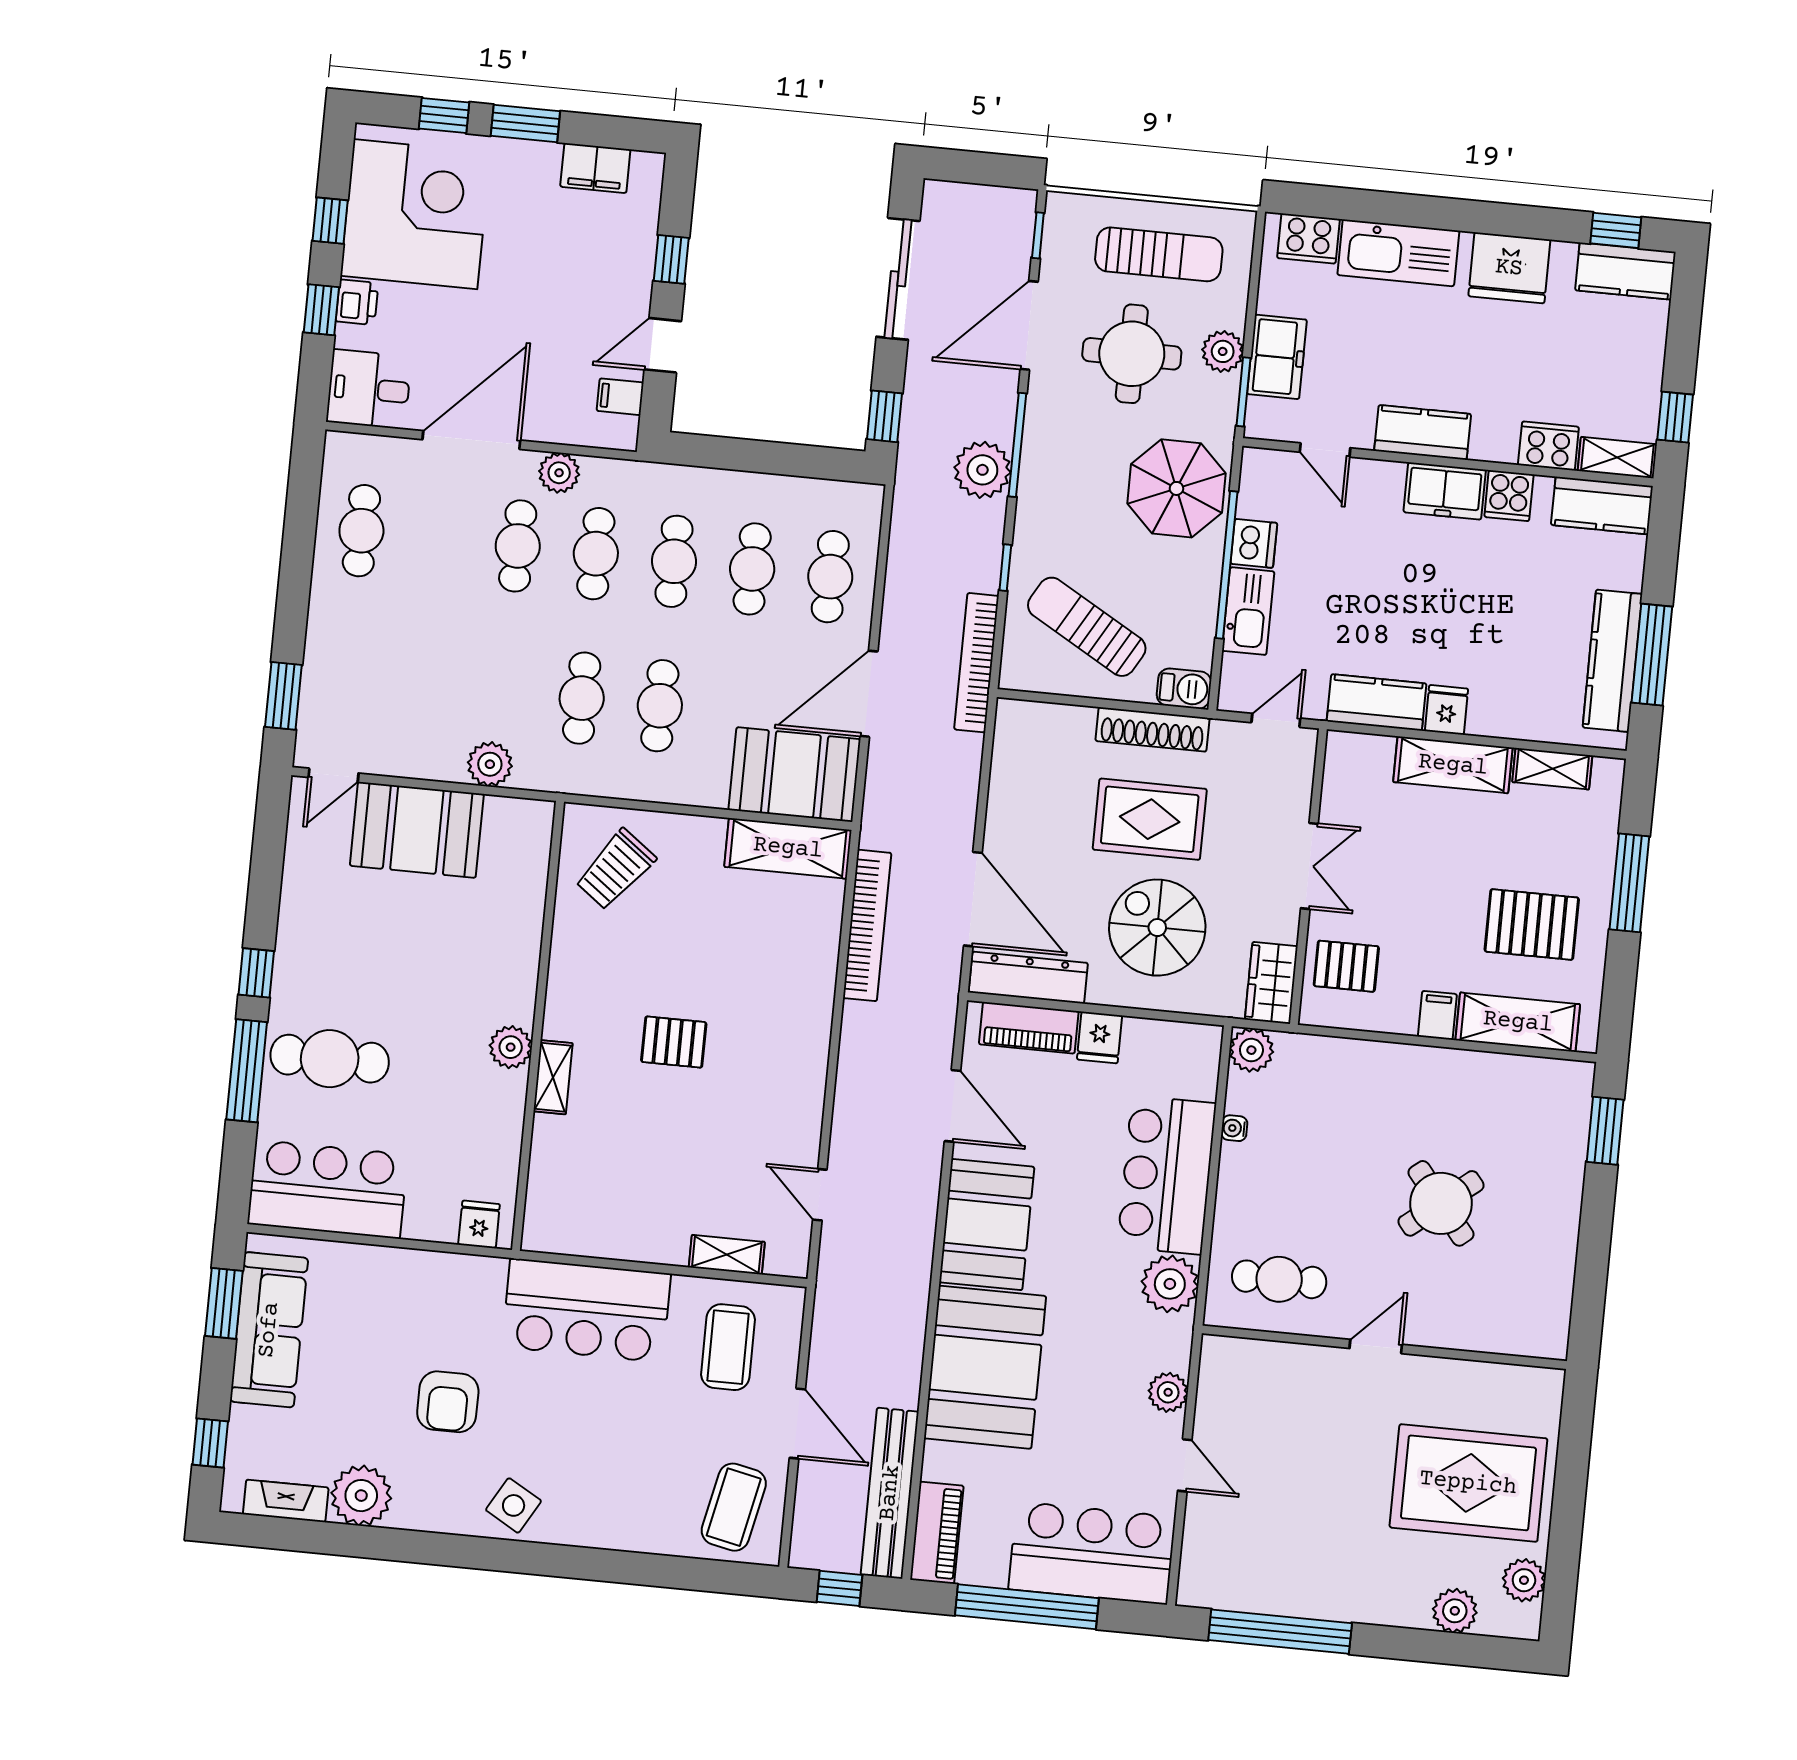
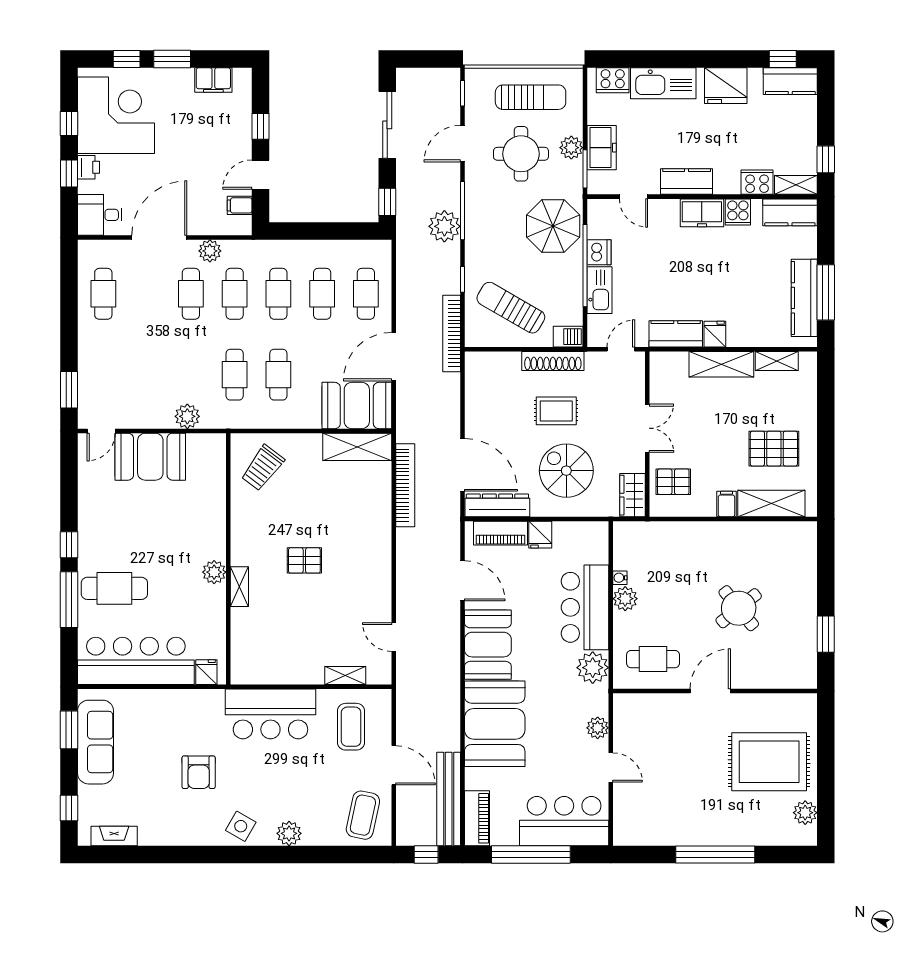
door: (1029, 325) -> (462, 144), width x0.73
rug: (1150, 819) -> (556, 411), width x0.73, depth x0.70
window: (1629, 883) -> (826, 420), removed
plant: (1251, 1050) -> (625, 599), moved
window: (1605, 1131) -> (826, 634), moved
bar counter: (328, 1189) -> (136, 661), width x1.36
door: (1376, 1346) -> (710, 691), width x1.38
plant: (361, 1496) -> (289, 833), moved, width x0.73, depth x0.73
plant: (1455, 1611) -> (768, 833), removed
window: (1280, 1632) -> (715, 854), moved

